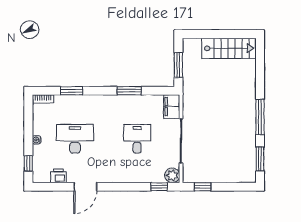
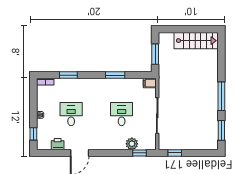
filing cabinet: (172, 107) -> (150, 83), width x0.50
desk: (75, 139) -> (71, 114), width x0.73
plant: (172, 175) -> (132, 144), moved

